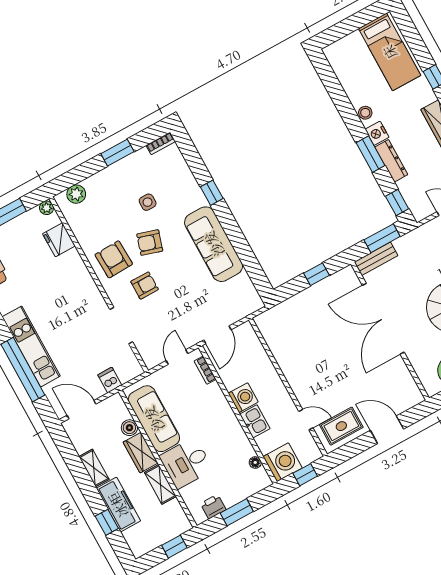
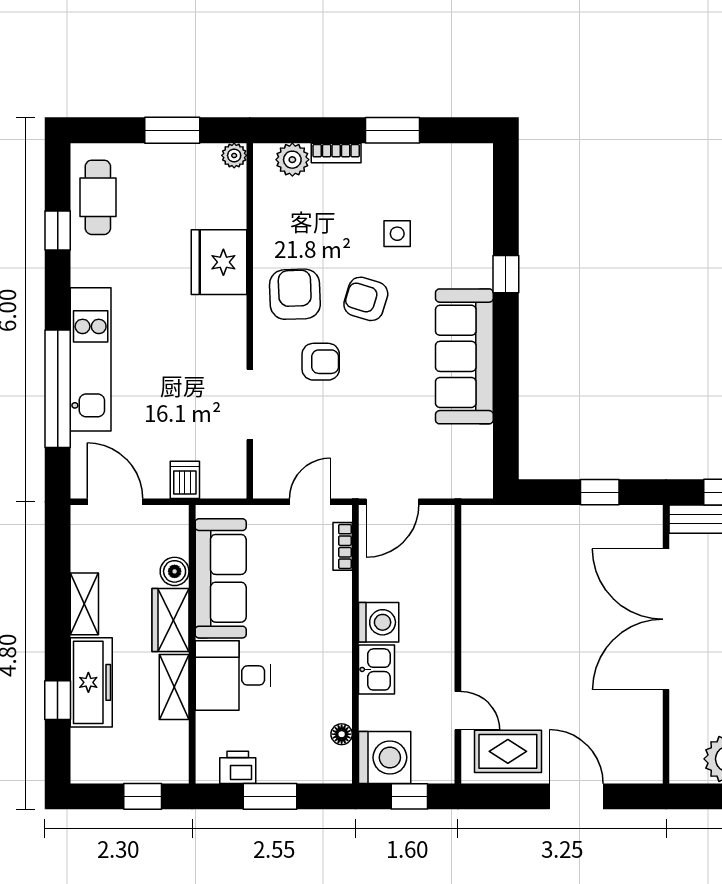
bookcase: (161, 143) -> (336, 153), moved
fridge: (59, 240) -> (219, 262), moved, width x1.36, depth x1.34

